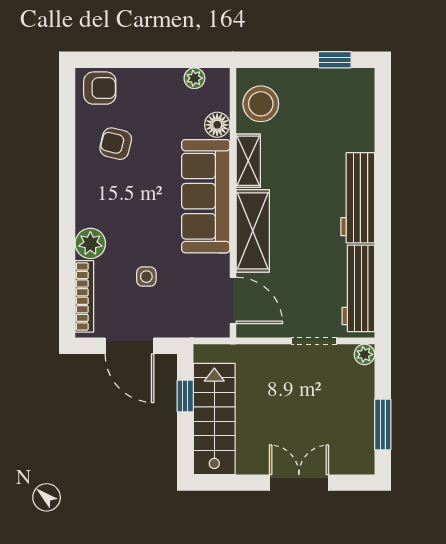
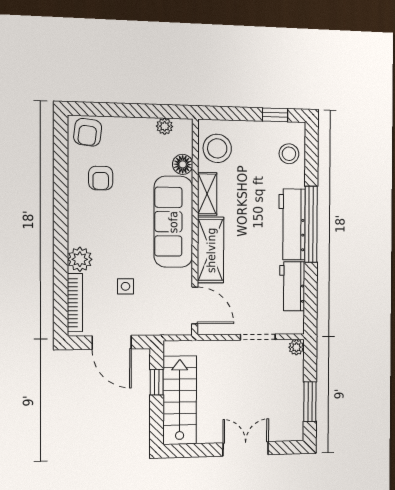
armchair: (100, 88) -> (88, 132), turned 97
stool: (353, 108) -> (289, 154), added
armchair: (116, 144) -> (101, 178), turned -104
window: (383, 198) -> (311, 224), added
workbench: (358, 288) -> (292, 286), width x0.73

